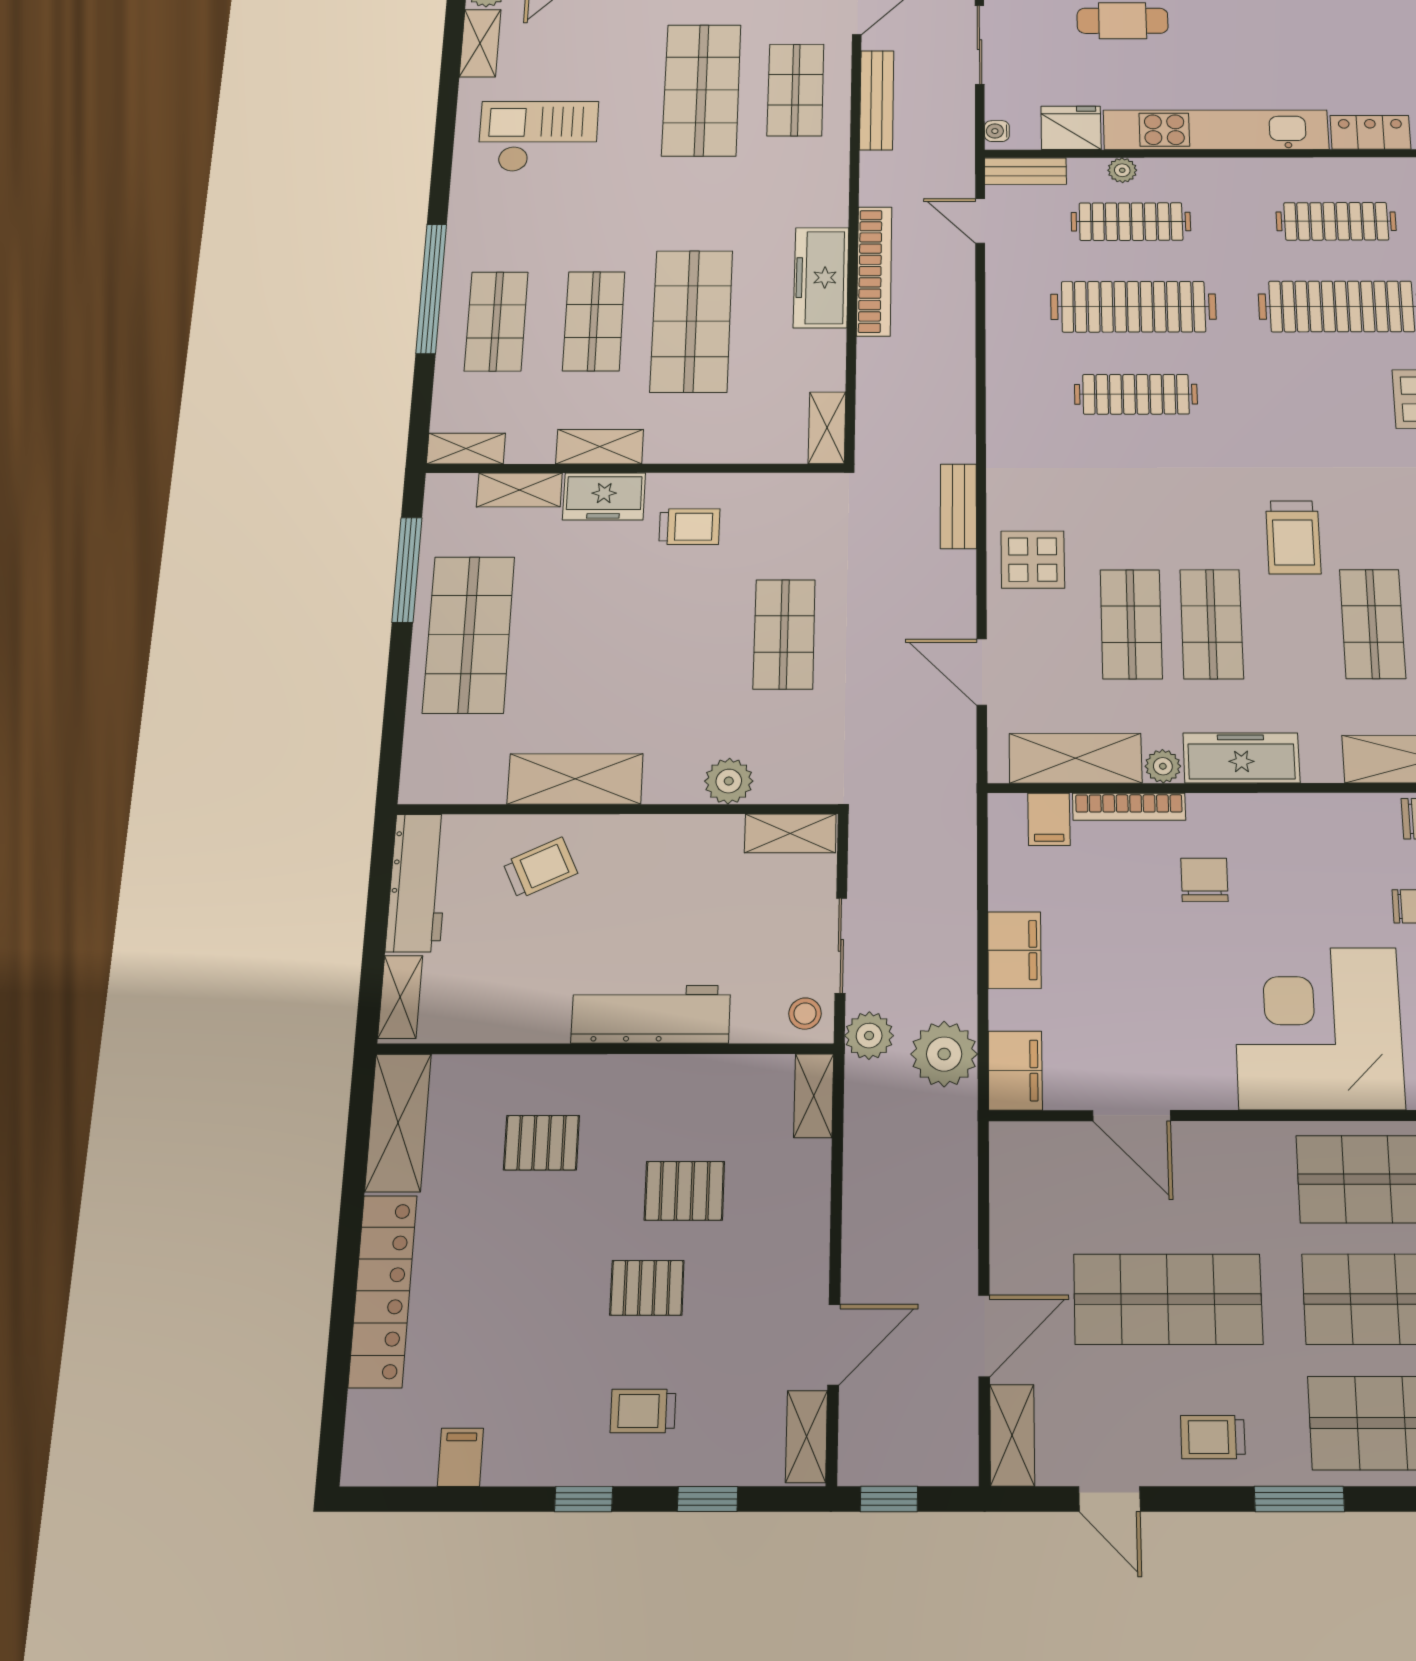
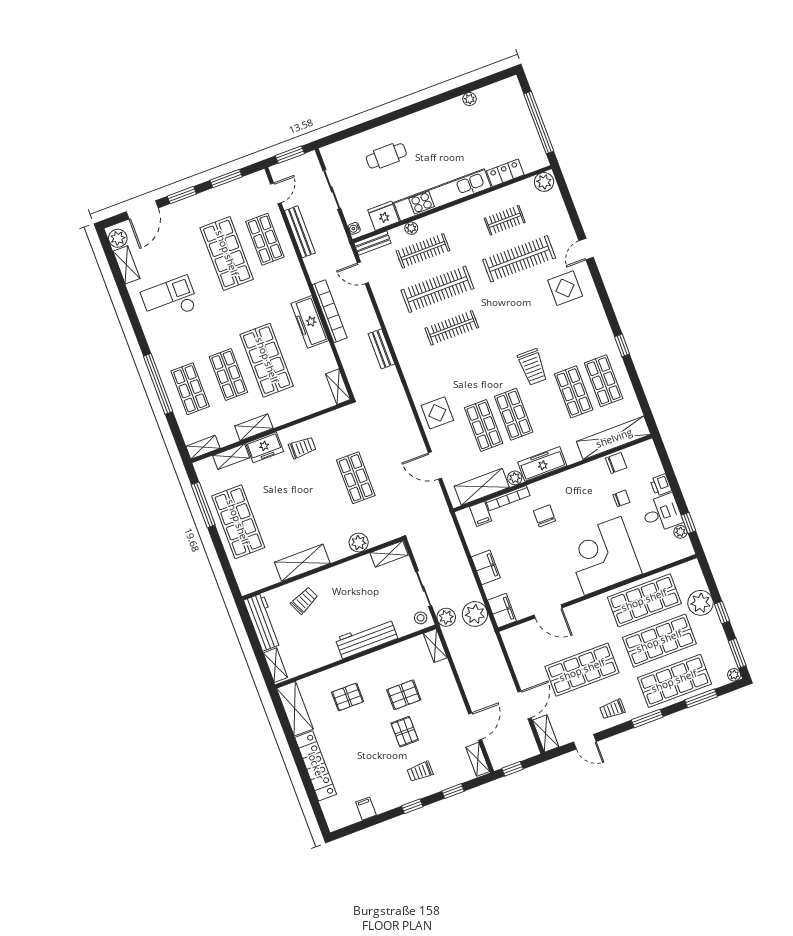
clothes rail: (1336, 221) -> (505, 220), width x0.73
bench: (958, 506) -> (381, 349), moved
pallet: (647, 1288) -> (405, 732), turned 90

